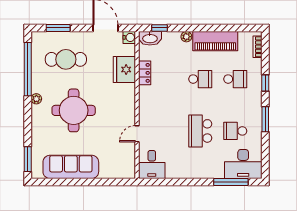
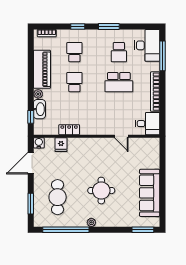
washbasin: (150, 38) -> (39, 109), moved
fridge: (124, 69) -> (61, 145), width x0.53, depth x0.75
round table: (74, 110) -> (101, 191), width x0.73, depth x0.73
bookcase: (189, 173) -> (155, 92), added

